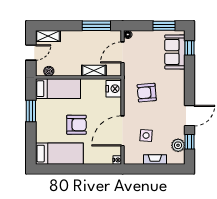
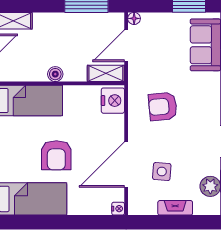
boiler: (49, 71) -> (55, 74), moved
shelving: (94, 71) -> (106, 73), moved
armchair: (76, 125) -> (56, 155), turned 90

